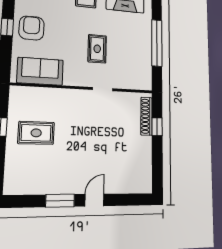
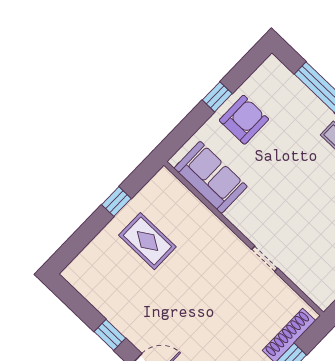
rug: (97, 49) -> (301, 207), removed
window: (60, 201) -> (110, 335), width x0.67

